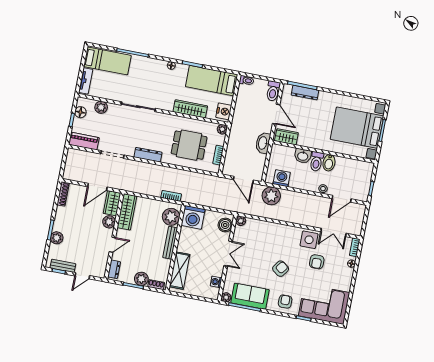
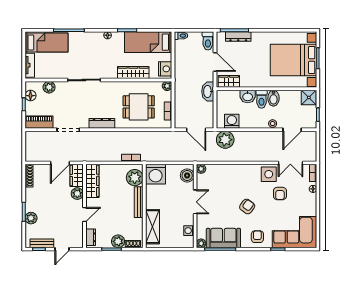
shower: (365, 169) -> (309, 97), added

